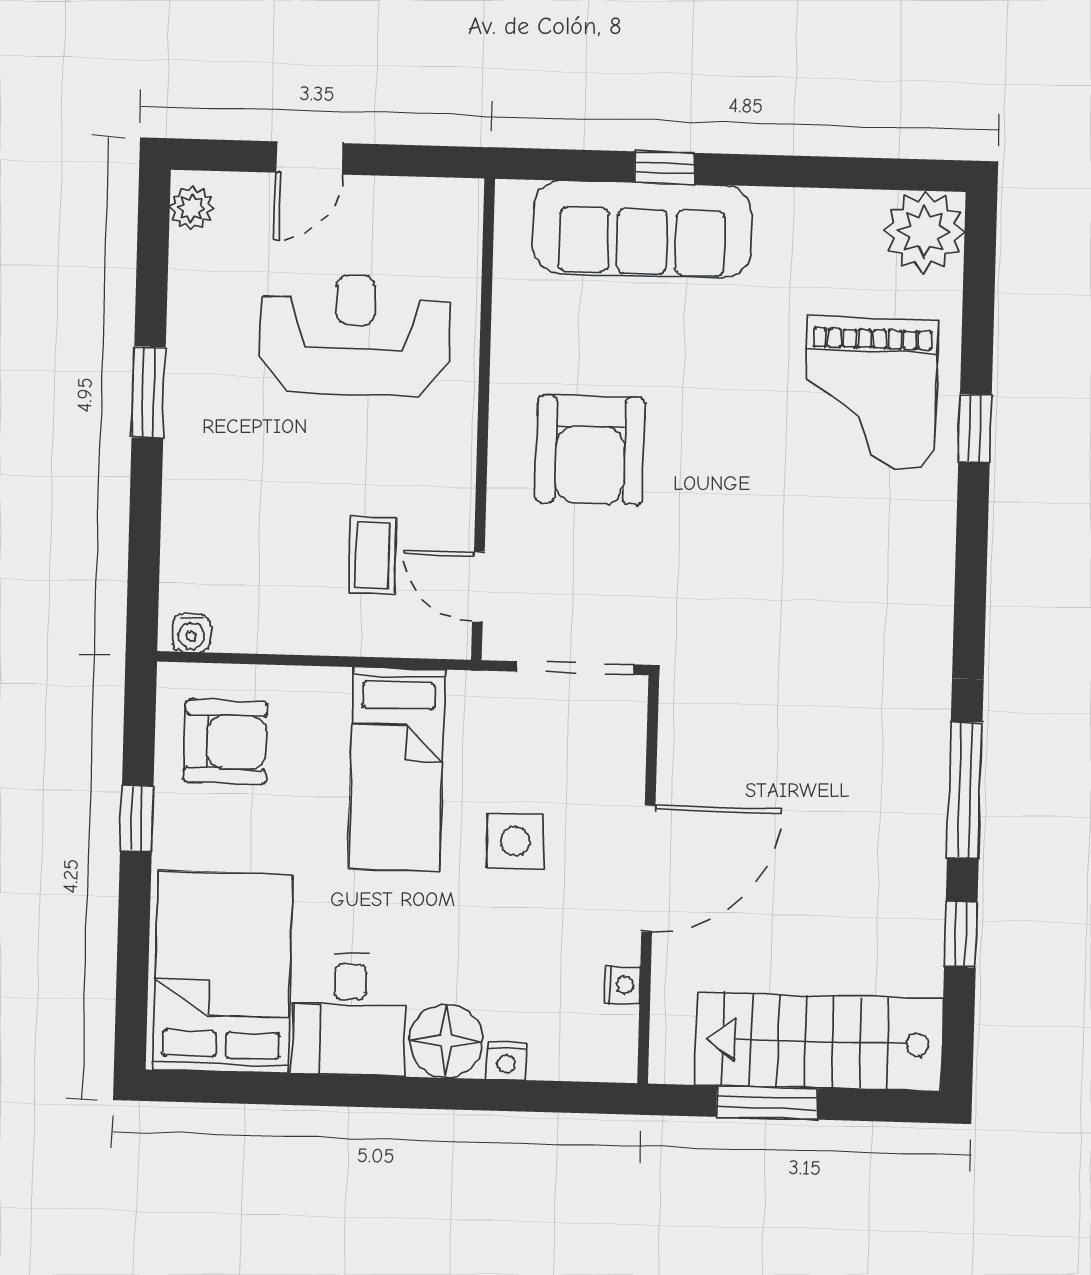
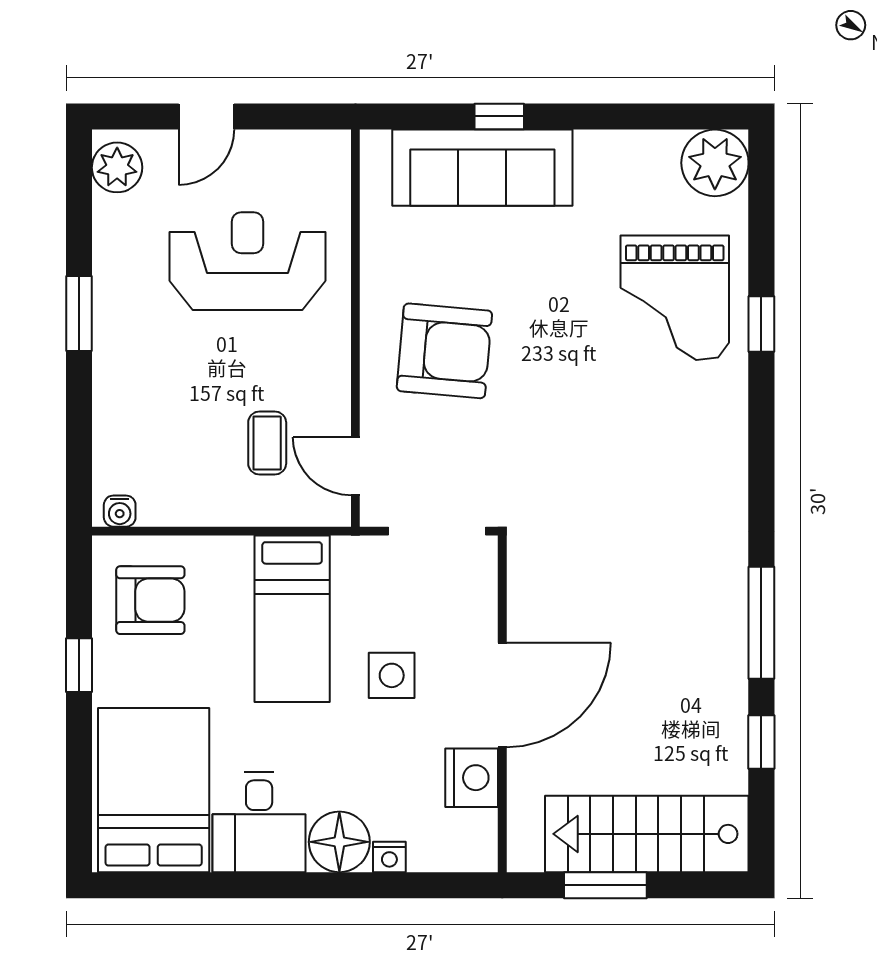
plant: (192, 208) -> (117, 167), width x1.38, depth x1.38
armchair: (590, 450) -> (444, 351), turned -85
nightstand: (622, 985) -> (472, 778), width x1.89, depth x1.79

